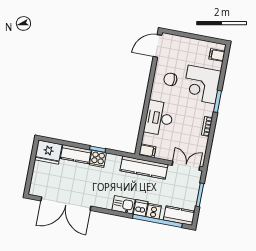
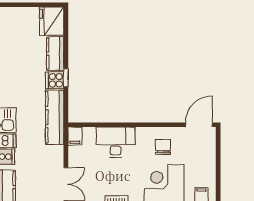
door: (157, 46) -> (199, 125), hinge flipped
kitchen counter: (144, 168) -> (55, 117), moved

